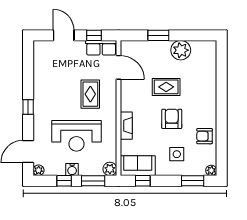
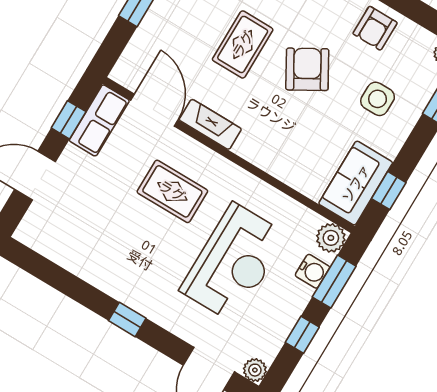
door: (119, 67) -> (154, 110), hinge flipped
armchair: (172, 119) -> (307, 69), turned 60
fireplace: (126, 126) -> (210, 124), moved
water cooler: (72, 170) -> (312, 271), moved

